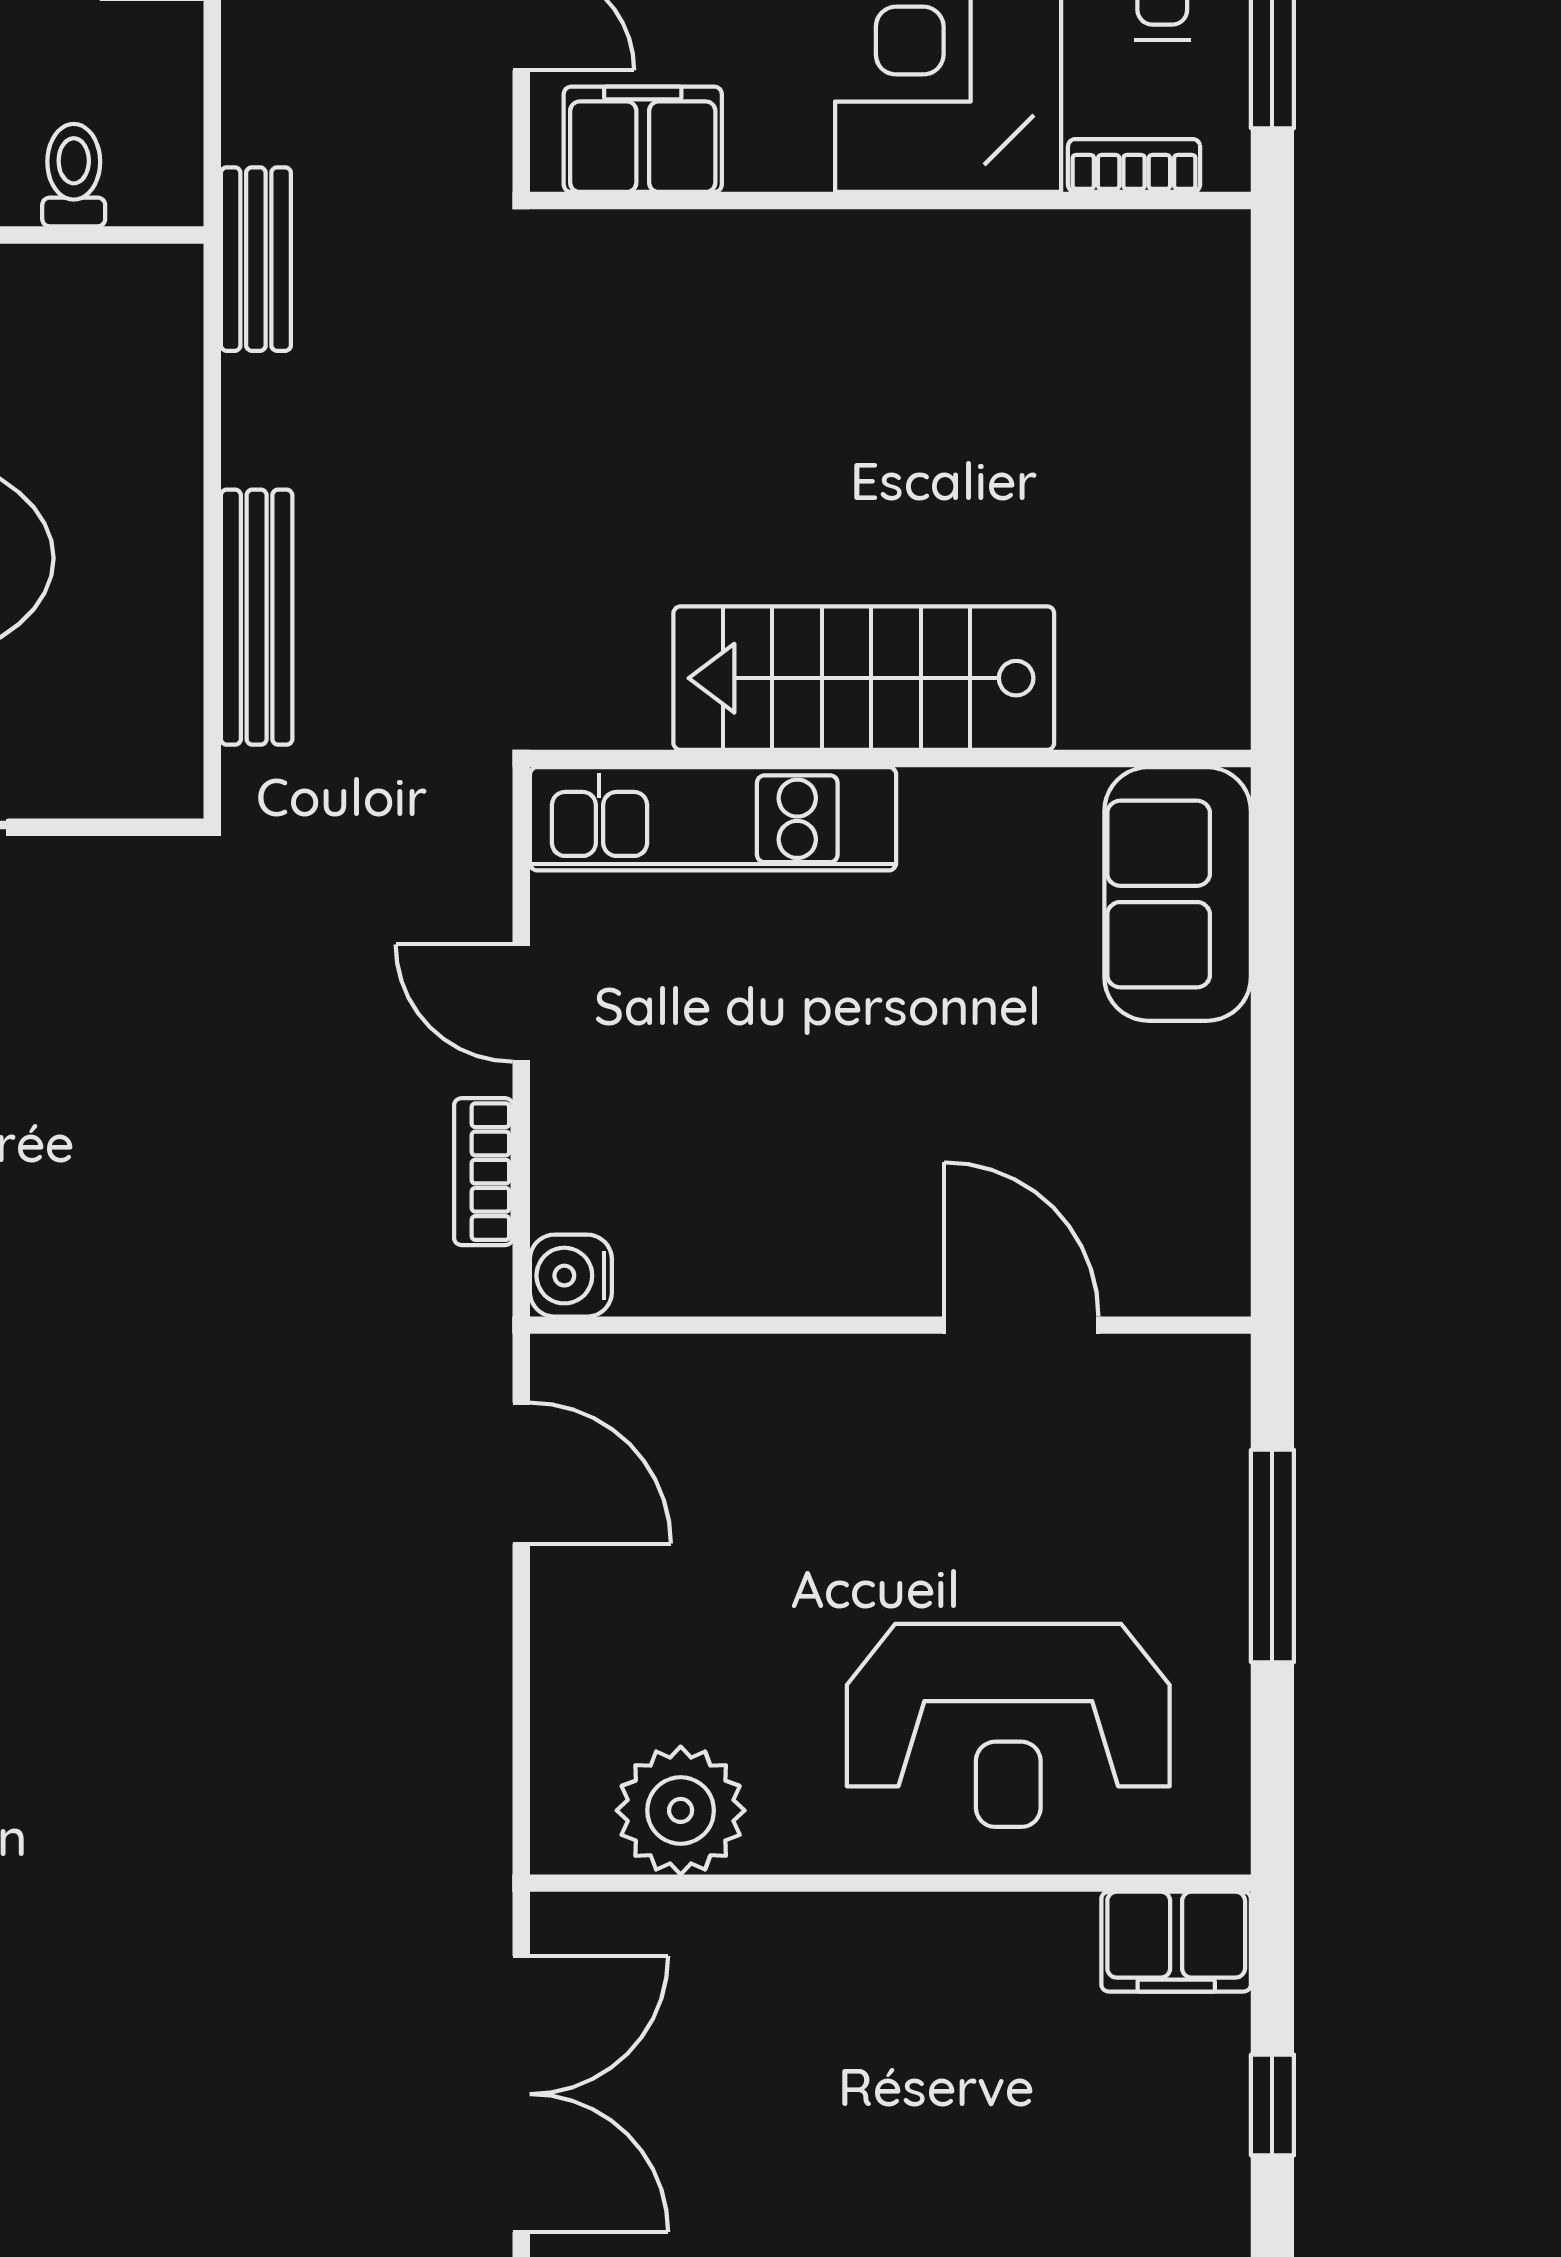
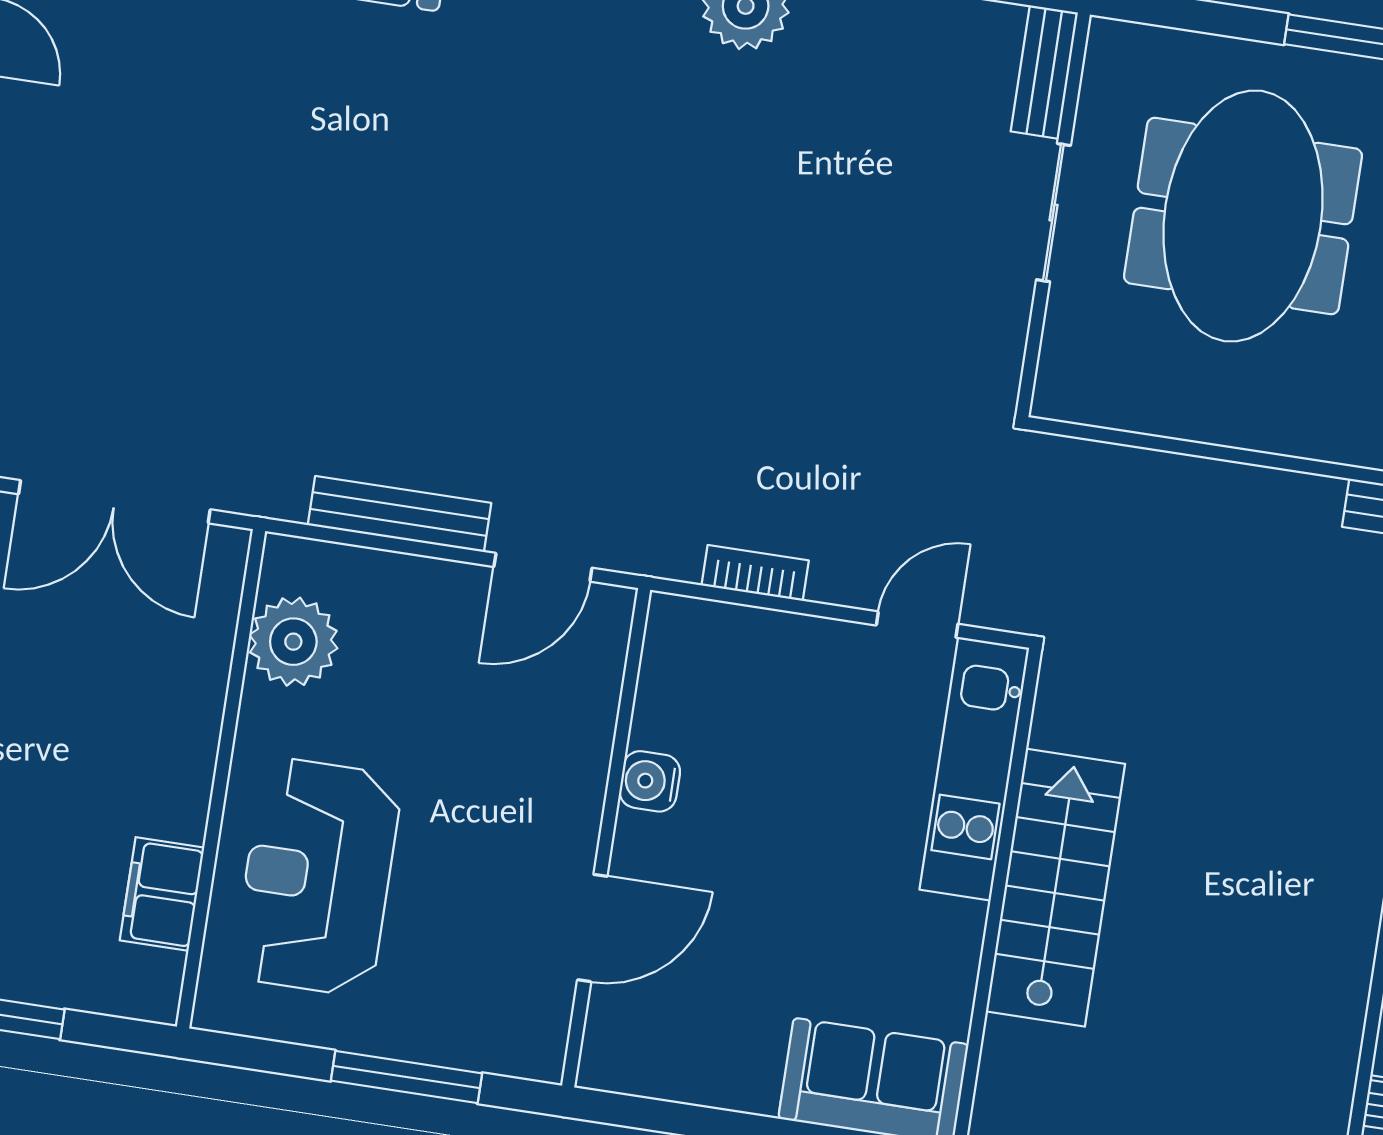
bench: (257, 617) -> (399, 514), moved
door: (521, 1003) -> (917, 625), moved
water cooler: (571, 1276) -> (650, 781), moved, turned -90
filing cabinet: (1176, 1942) -> (162, 894), moved

